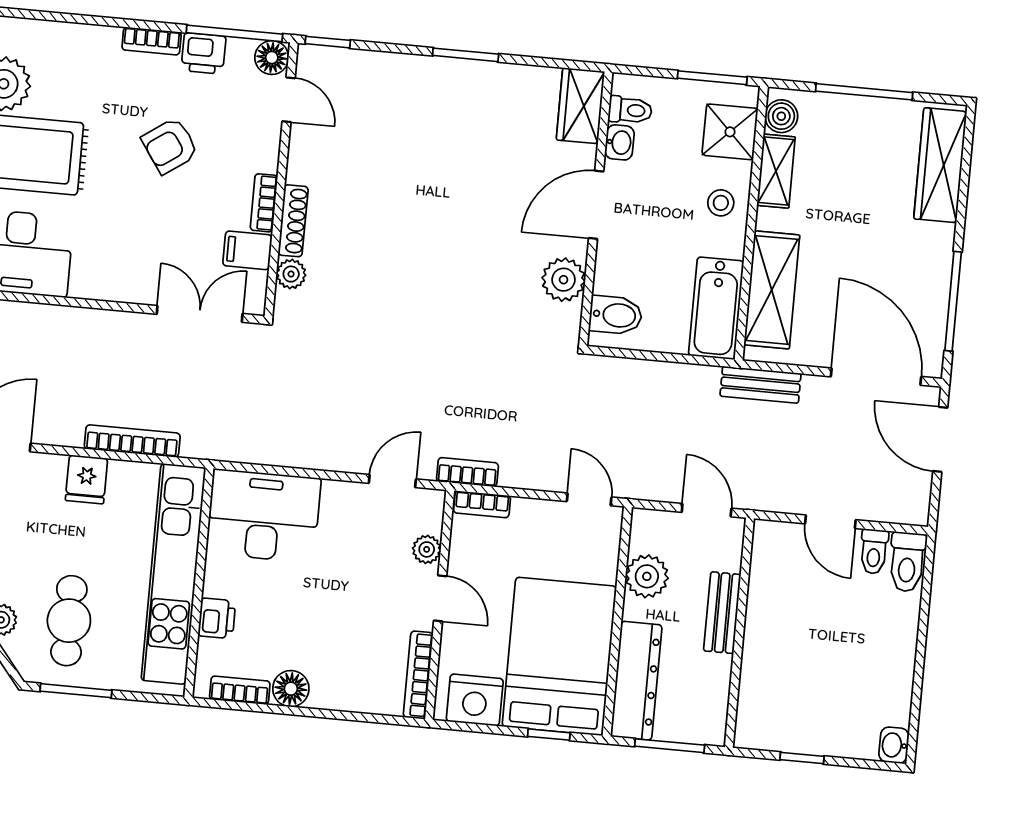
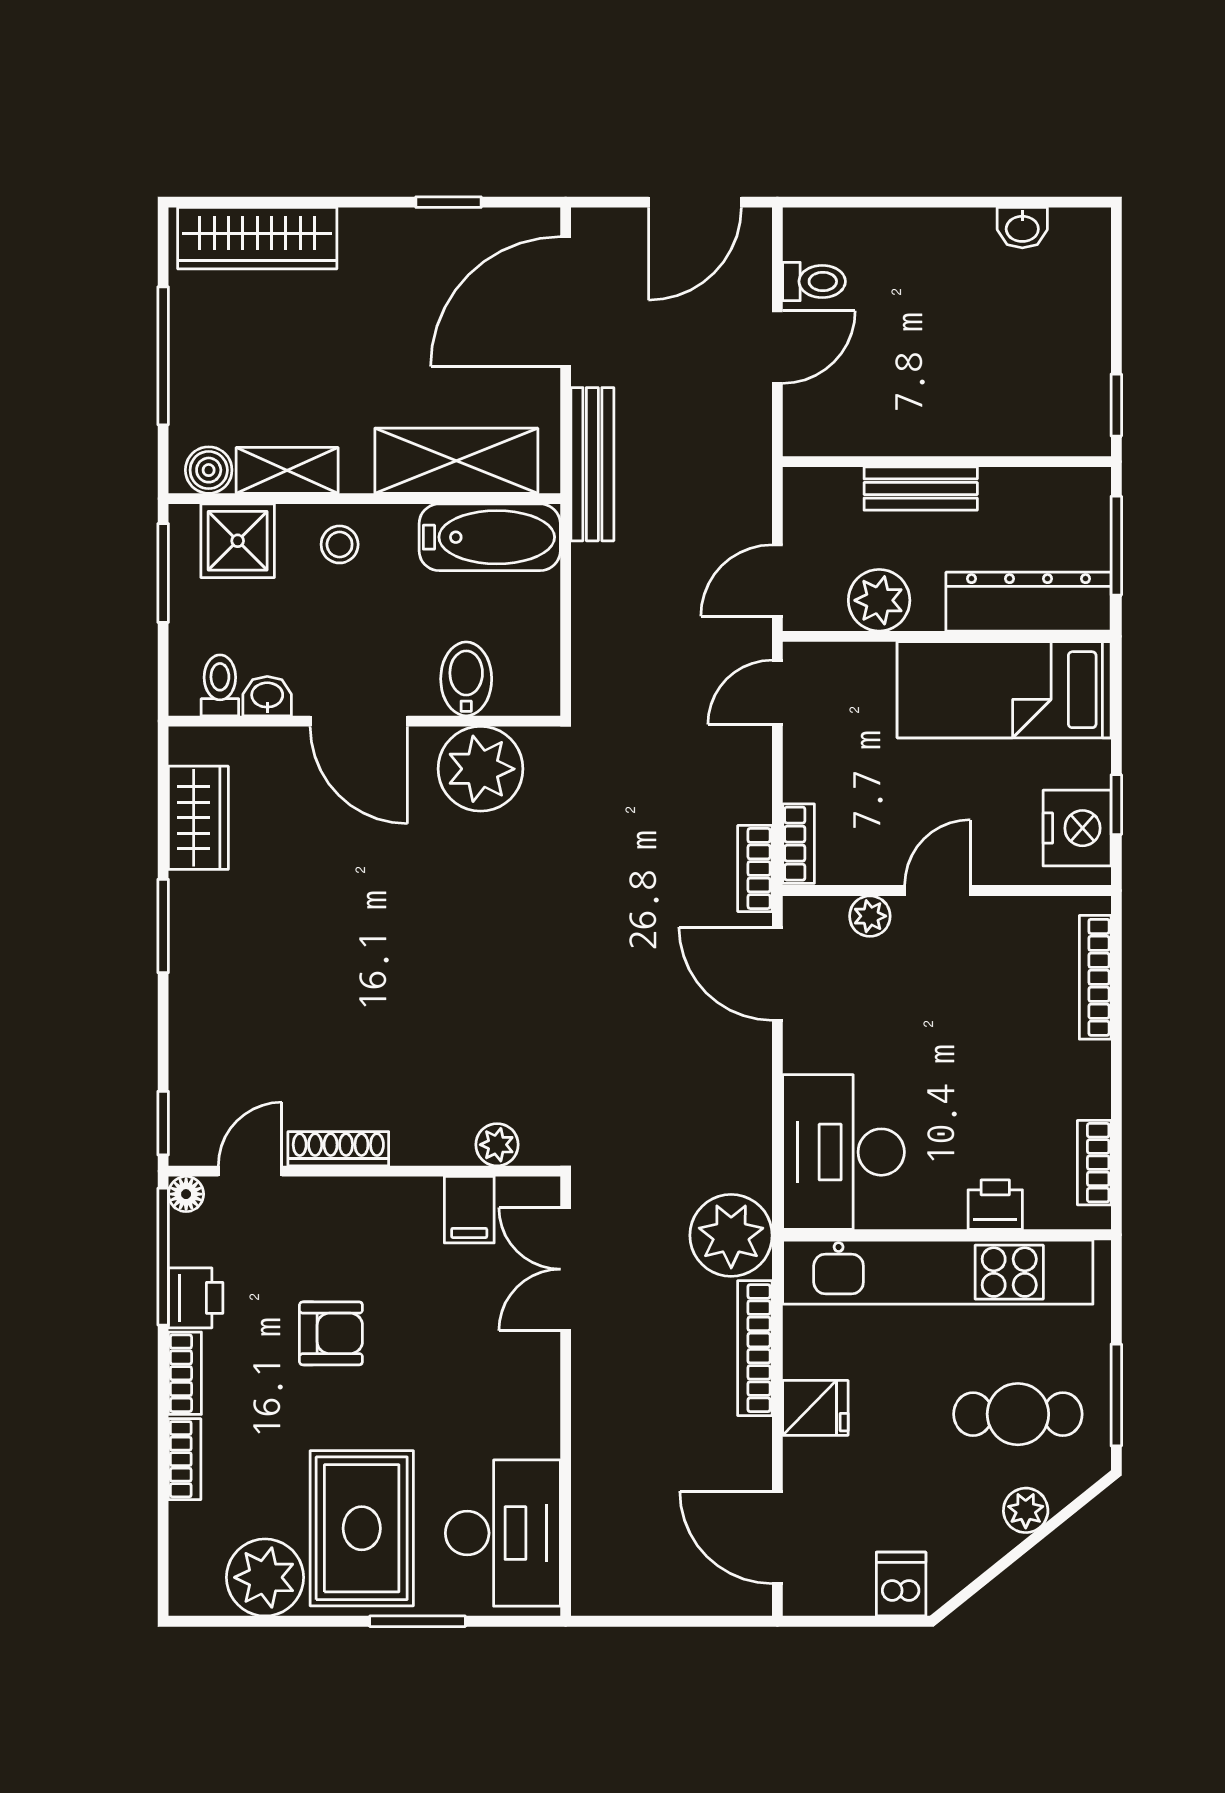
floor lamp: (272, 58) -> (186, 1194), width x0.73, depth x0.73
wardrobe: (580, 106) -> (198, 818), moved, turned -90
armchair: (170, 146) -> (331, 1333), turned -55
bookcase: (264, 203) -> (185, 1459), moved, turned -90
shoe rack: (293, 221) -> (338, 1149), moved
plant: (564, 280) -> (481, 769), width x1.36, depth x1.36
window: (953, 301) -> (449, 202), width x0.46
bidet: (616, 315) -> (466, 679), moved
bench: (761, 385) -> (592, 464), width x1.36
plant: (212, 432) -> (731, 1235), added
door: (940, 439) -> (695, 202), moved
door: (392, 481) -> (777, 974), width x1.38
door: (707, 510) -> (777, 580), moved
toilet: (907, 562) -> (824, 233), removed
bed: (559, 656) -> (1004, 690), width x0.67
bookcase: (418, 675) -> (1095, 977), moved, turned 90
floor lamp: (291, 689) -> (1085, 1090), removed
window: (549, 735) -> (1116, 805), moved
washbasin: (894, 745) -> (1022, 228), moved
window: (802, 758) -> (1116, 405), moved

